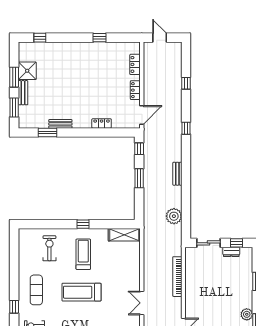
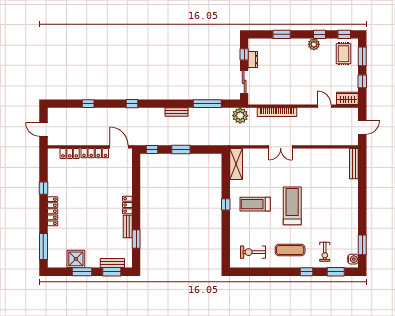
window: (40, 38) -> (43, 247), width x2.17
door: (160, 38) -> (43, 130), hinge flipped
locker: (76, 47) -> (53, 211), added
locker: (135, 90) -> (95, 153), width x1.53
bench: (23, 93) -> (112, 263), moved
locker: (102, 123) -> (127, 205), moved
window: (186, 205) -> (207, 104), added
plant: (174, 216) -> (240, 116), moved
exercise bike: (49, 248) -> (253, 252), moved
treadmill: (81, 292) -> (292, 206), turned 180
double door: (142, 303) -> (281, 147), moved

